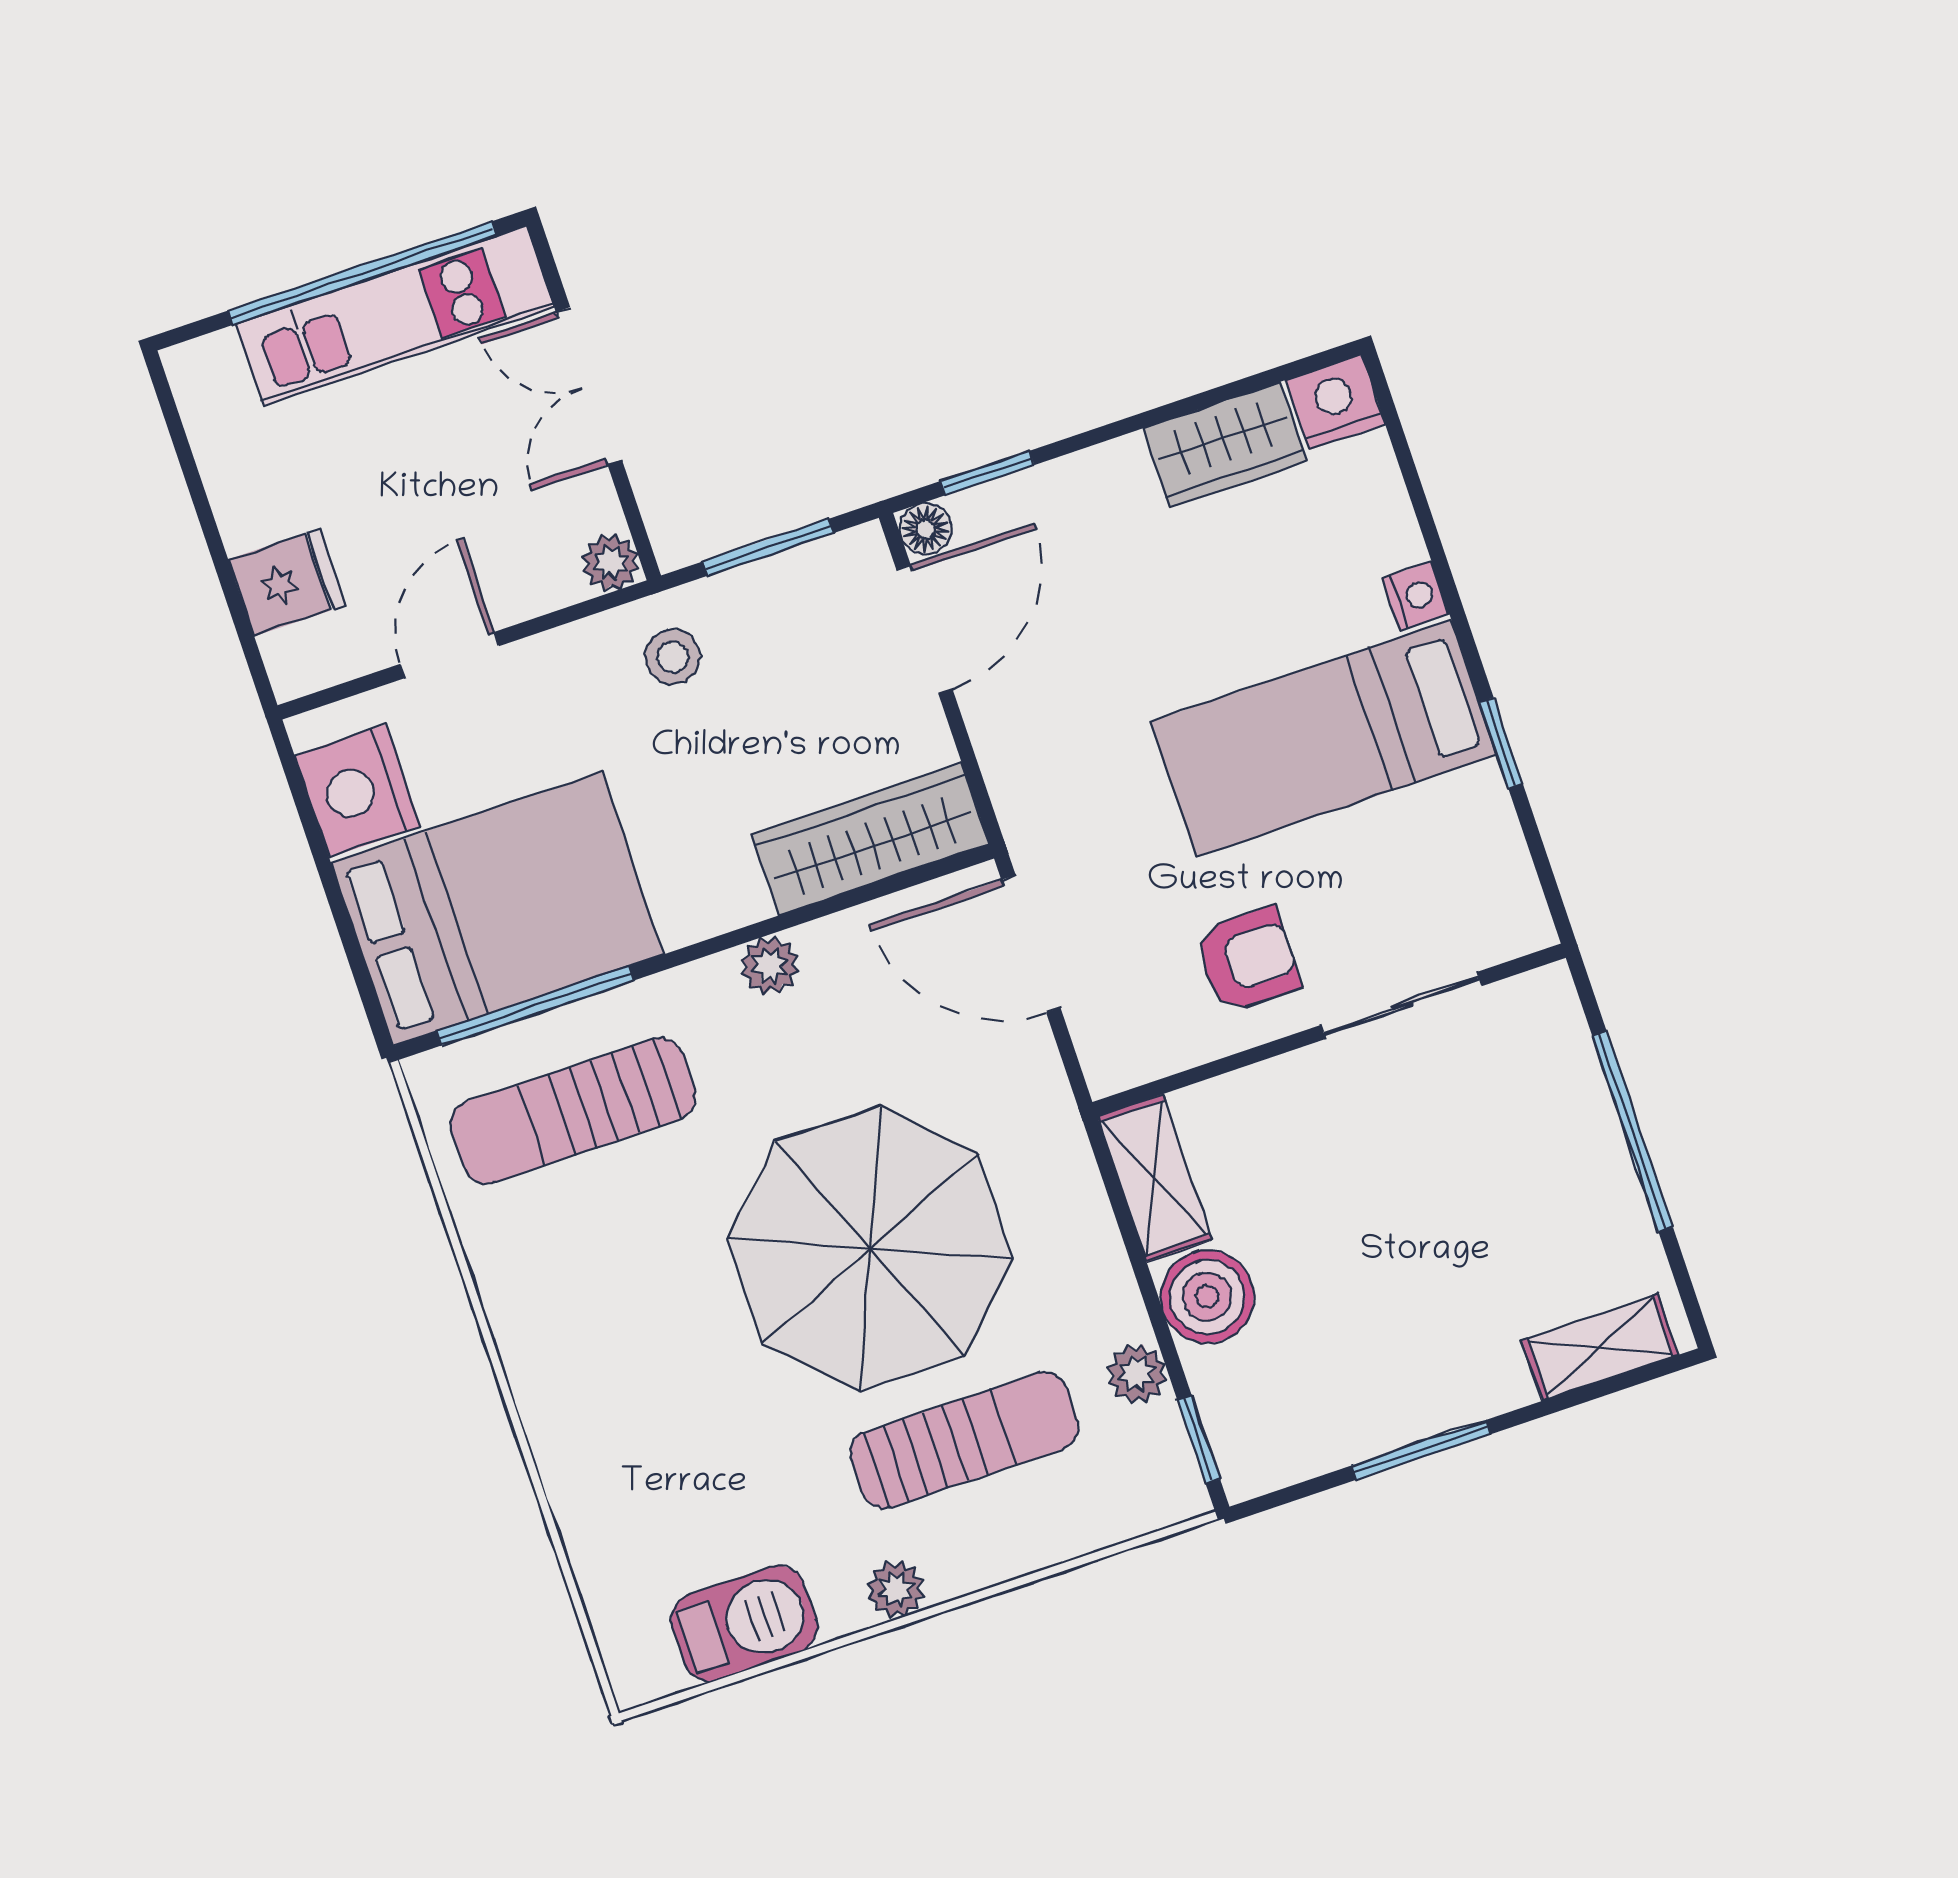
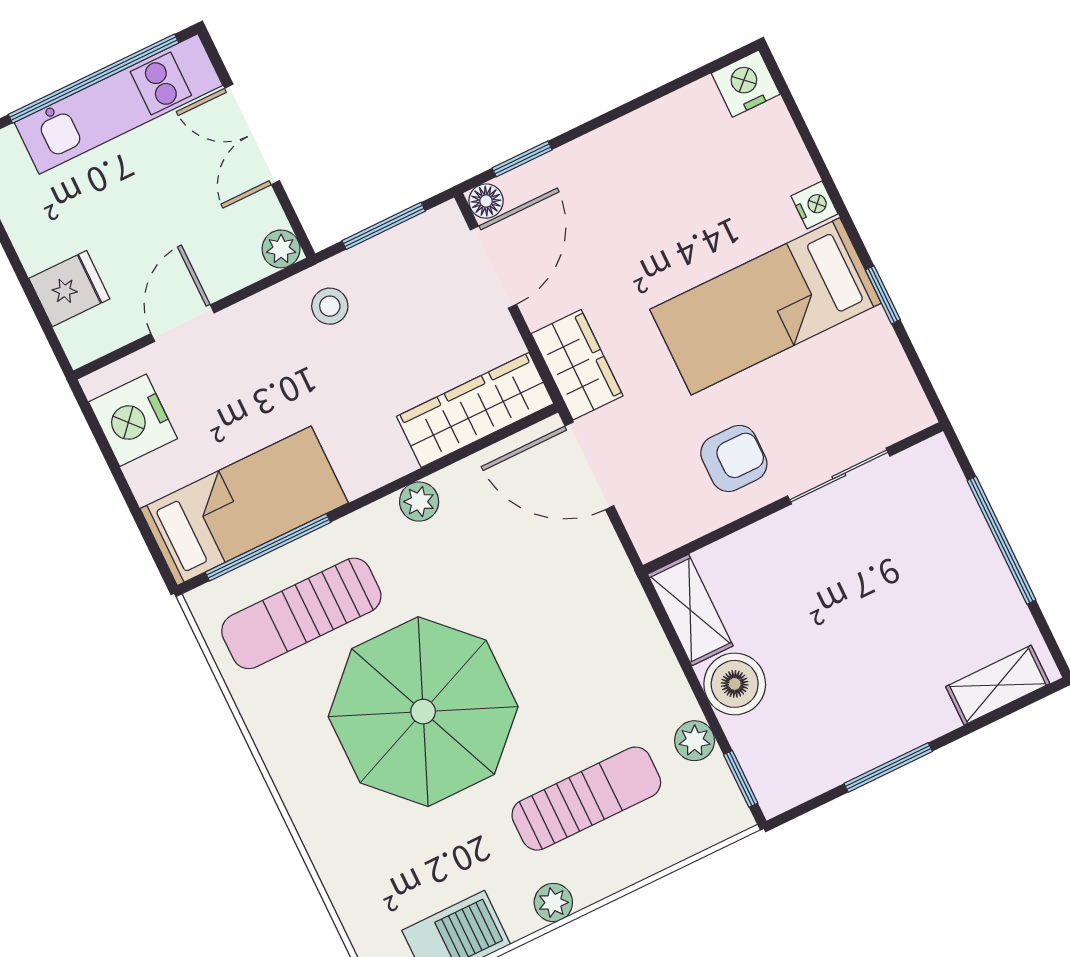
wardrobe: (1225, 445) -> (577, 365), moved, turned -90
bed: (497, 909) -> (244, 506), width x0.67
parasol: (870, 1249) -> (423, 712), moved

